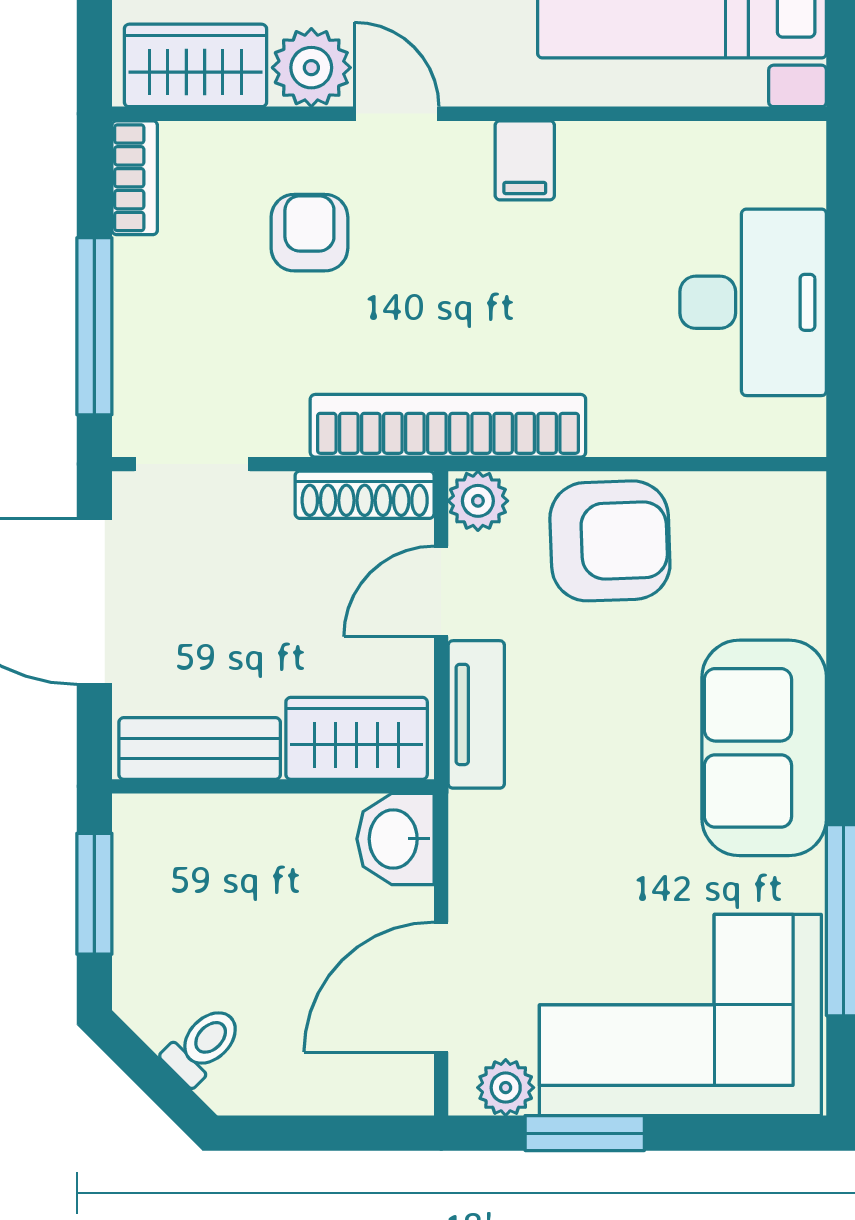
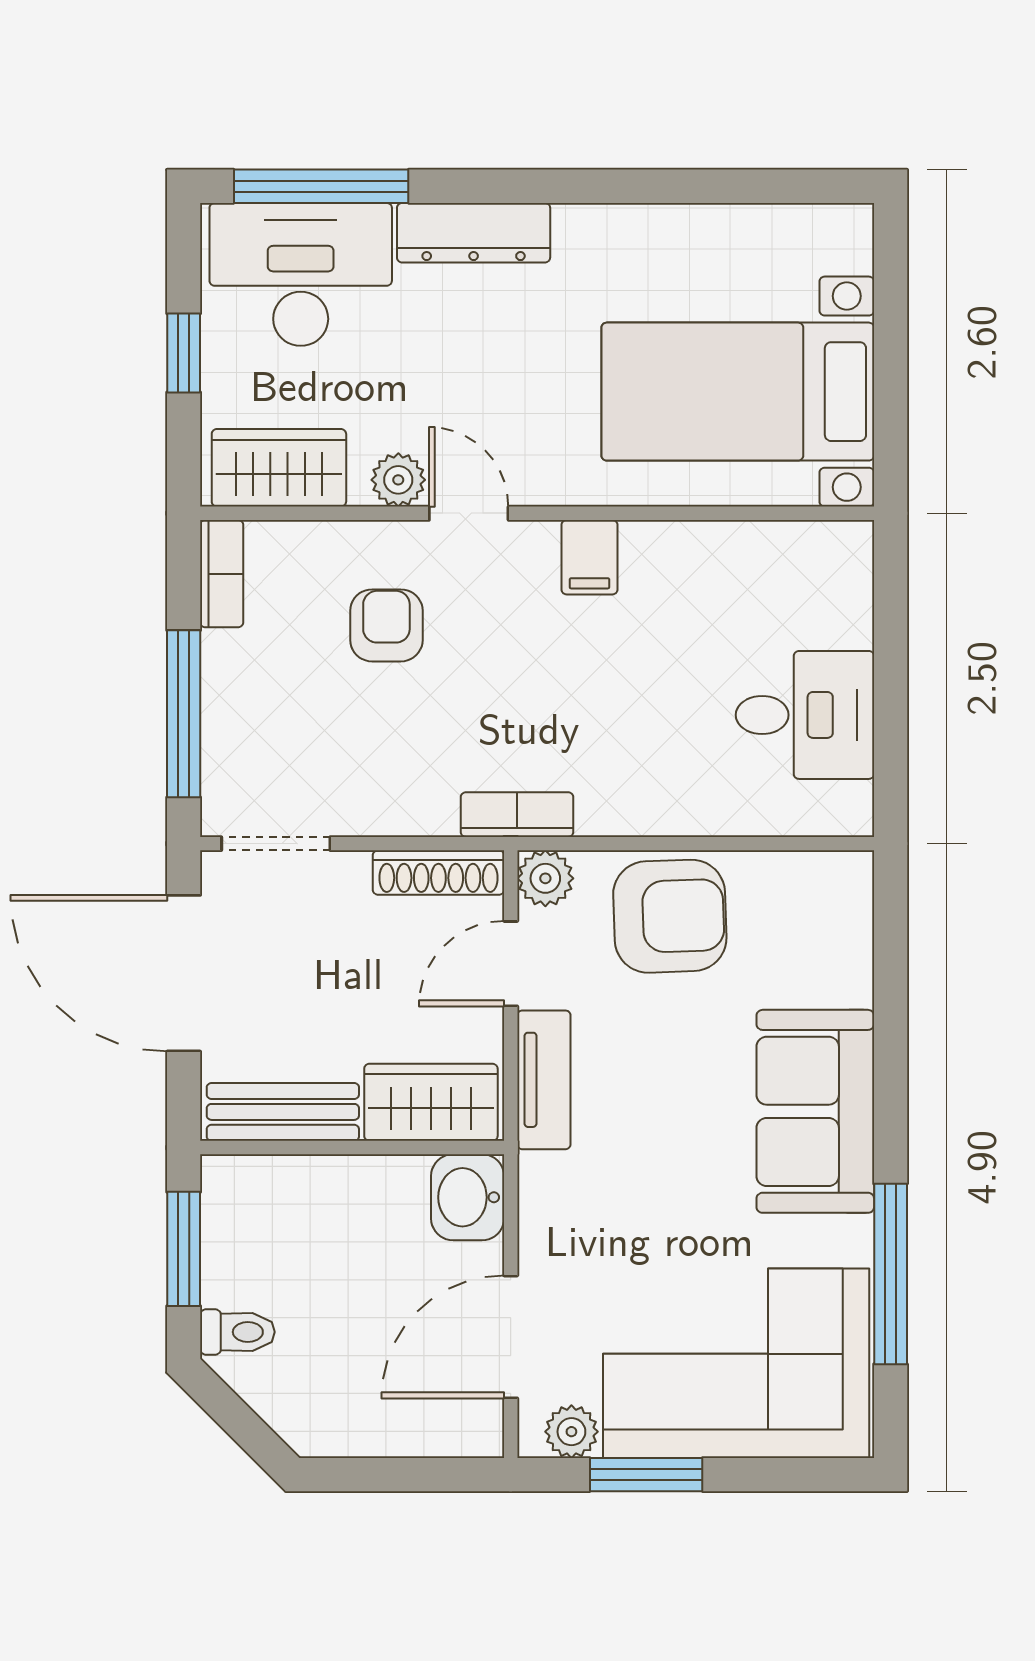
plant: (311, 68) -> (398, 480), width x0.73, depth x0.73
desk: (753, 302) -> (805, 715), width x0.73
bookcase: (448, 426) -> (517, 815), width x0.43, depth x0.76
toilet: (203, 1045) -> (237, 1332), moved, turned 45

